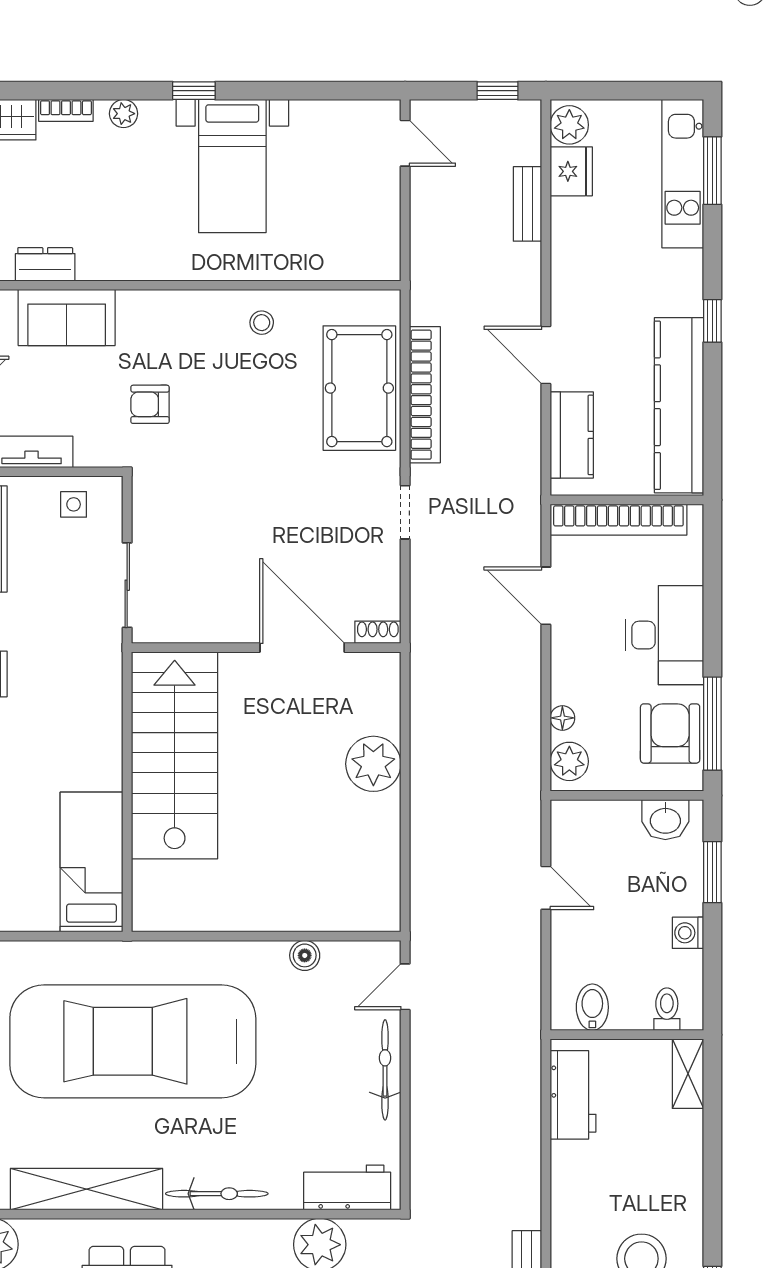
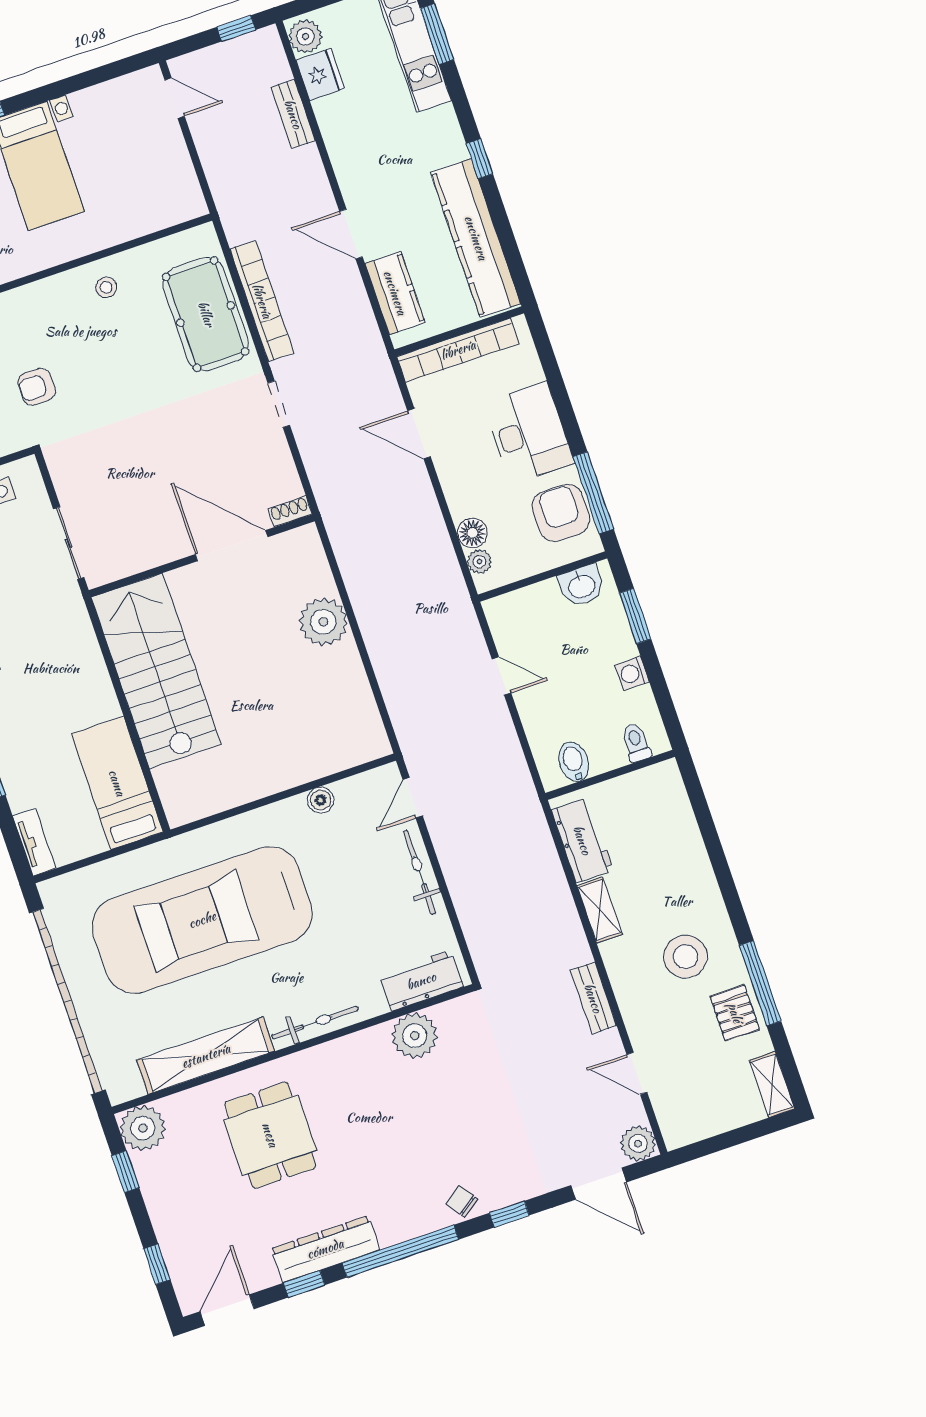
floor lamp: (562, 718) -> (472, 533), width x1.37, depth x1.37
plant: (569, 761) -> (479, 562), width x0.73, depth x0.73
shelving: (688, 1074) -> (600, 910), moved

